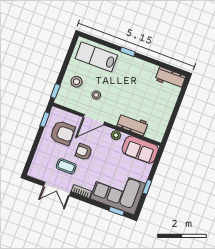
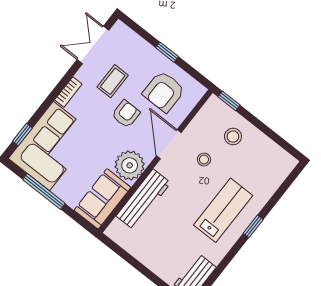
lab bench: (96, 57) -> (223, 210), moved
window: (45, 120) -> (167, 52), moved
workbench: (133, 124) -> (143, 199), width x1.38
plant: (116, 135) -> (130, 165), width x1.88, depth x1.88
window: (147, 187) -> (44, 191), width x2.17
double door: (57, 189) -> (93, 45), moved

